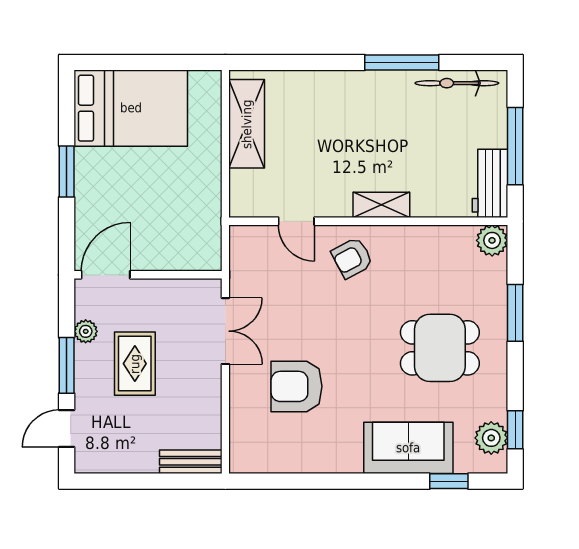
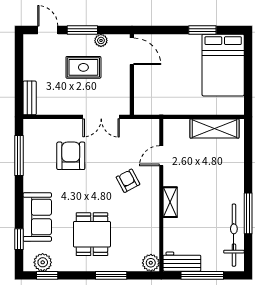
bicycle: (457, 83) -> (234, 235), width x1.37, depth x1.40
window: (67, 172) -> (202, 30), moved
armchair: (352, 258) -> (128, 181), moved
window: (296, 481) -> (19, 155), added

